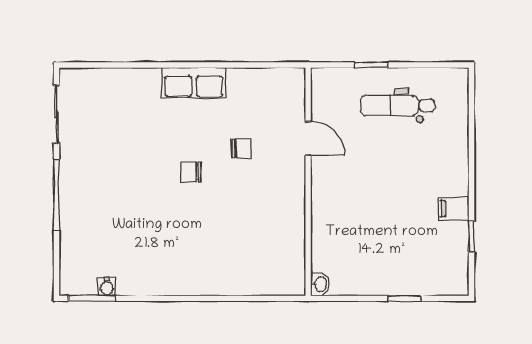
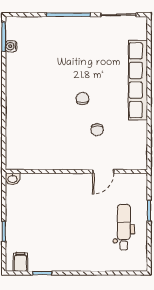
row of seats: (194, 83) -> (138, 80), width x2.02
filing cabinet: (454, 209) -> (20, 262), moved

